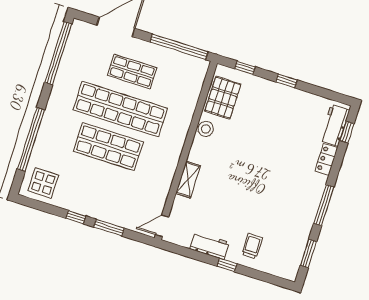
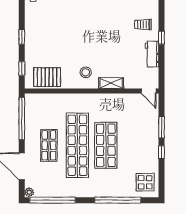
plant: (78, 26) -> (29, 192), added
stool: (206, 129) -> (86, 72), moved

